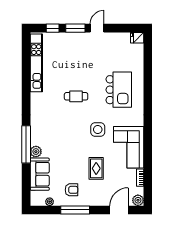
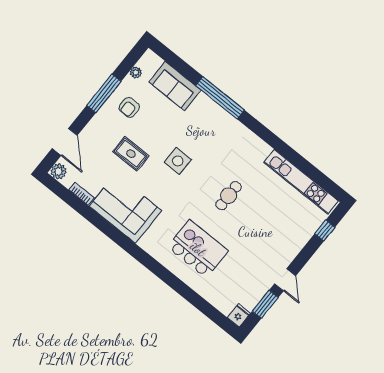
window: (75, 28) -> (265, 304), moved
kitchen island: (119, 90) -> (198, 249), turned 180
side table: (98, 130) -> (178, 161), moved
plant: (36, 152) -> (203, 102), removed

